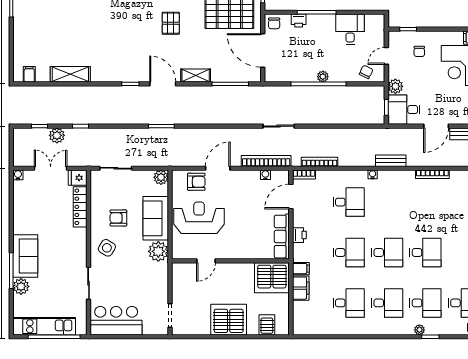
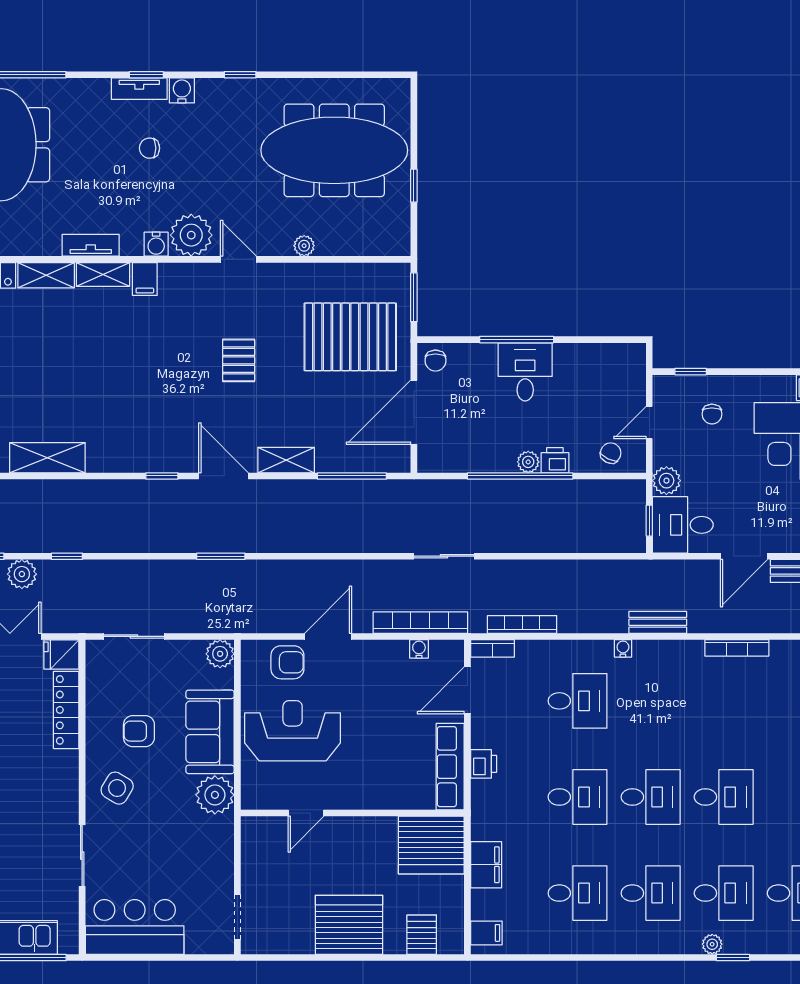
printer: (299, 21) -> (555, 460), moved, turned 180
desk: (350, 29) -> (525, 372), moved
door: (263, 50) -> (414, 412), hinge flipped
filing cabinet: (301, 269) -> (486, 933), moved

